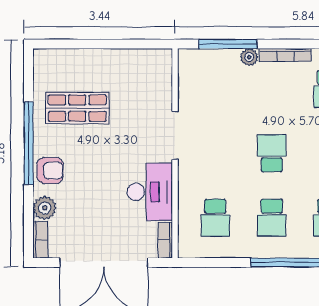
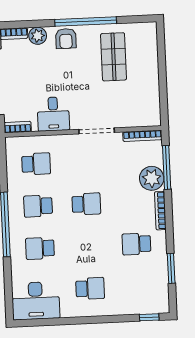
plant: (249, 57) -> (152, 178), width x1.88, depth x1.88
bookcase: (184, 74) -> (142, 136), added
desk: (150, 192) -> (53, 114), width x0.73
school desk: (215, 218) -> (36, 164), turned 180

